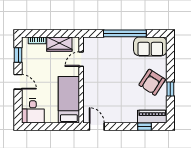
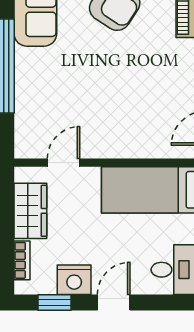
door: (81, 59) -> (64, 163), swing flipped
nightstand: (28, 64) -> (74, 280), added

